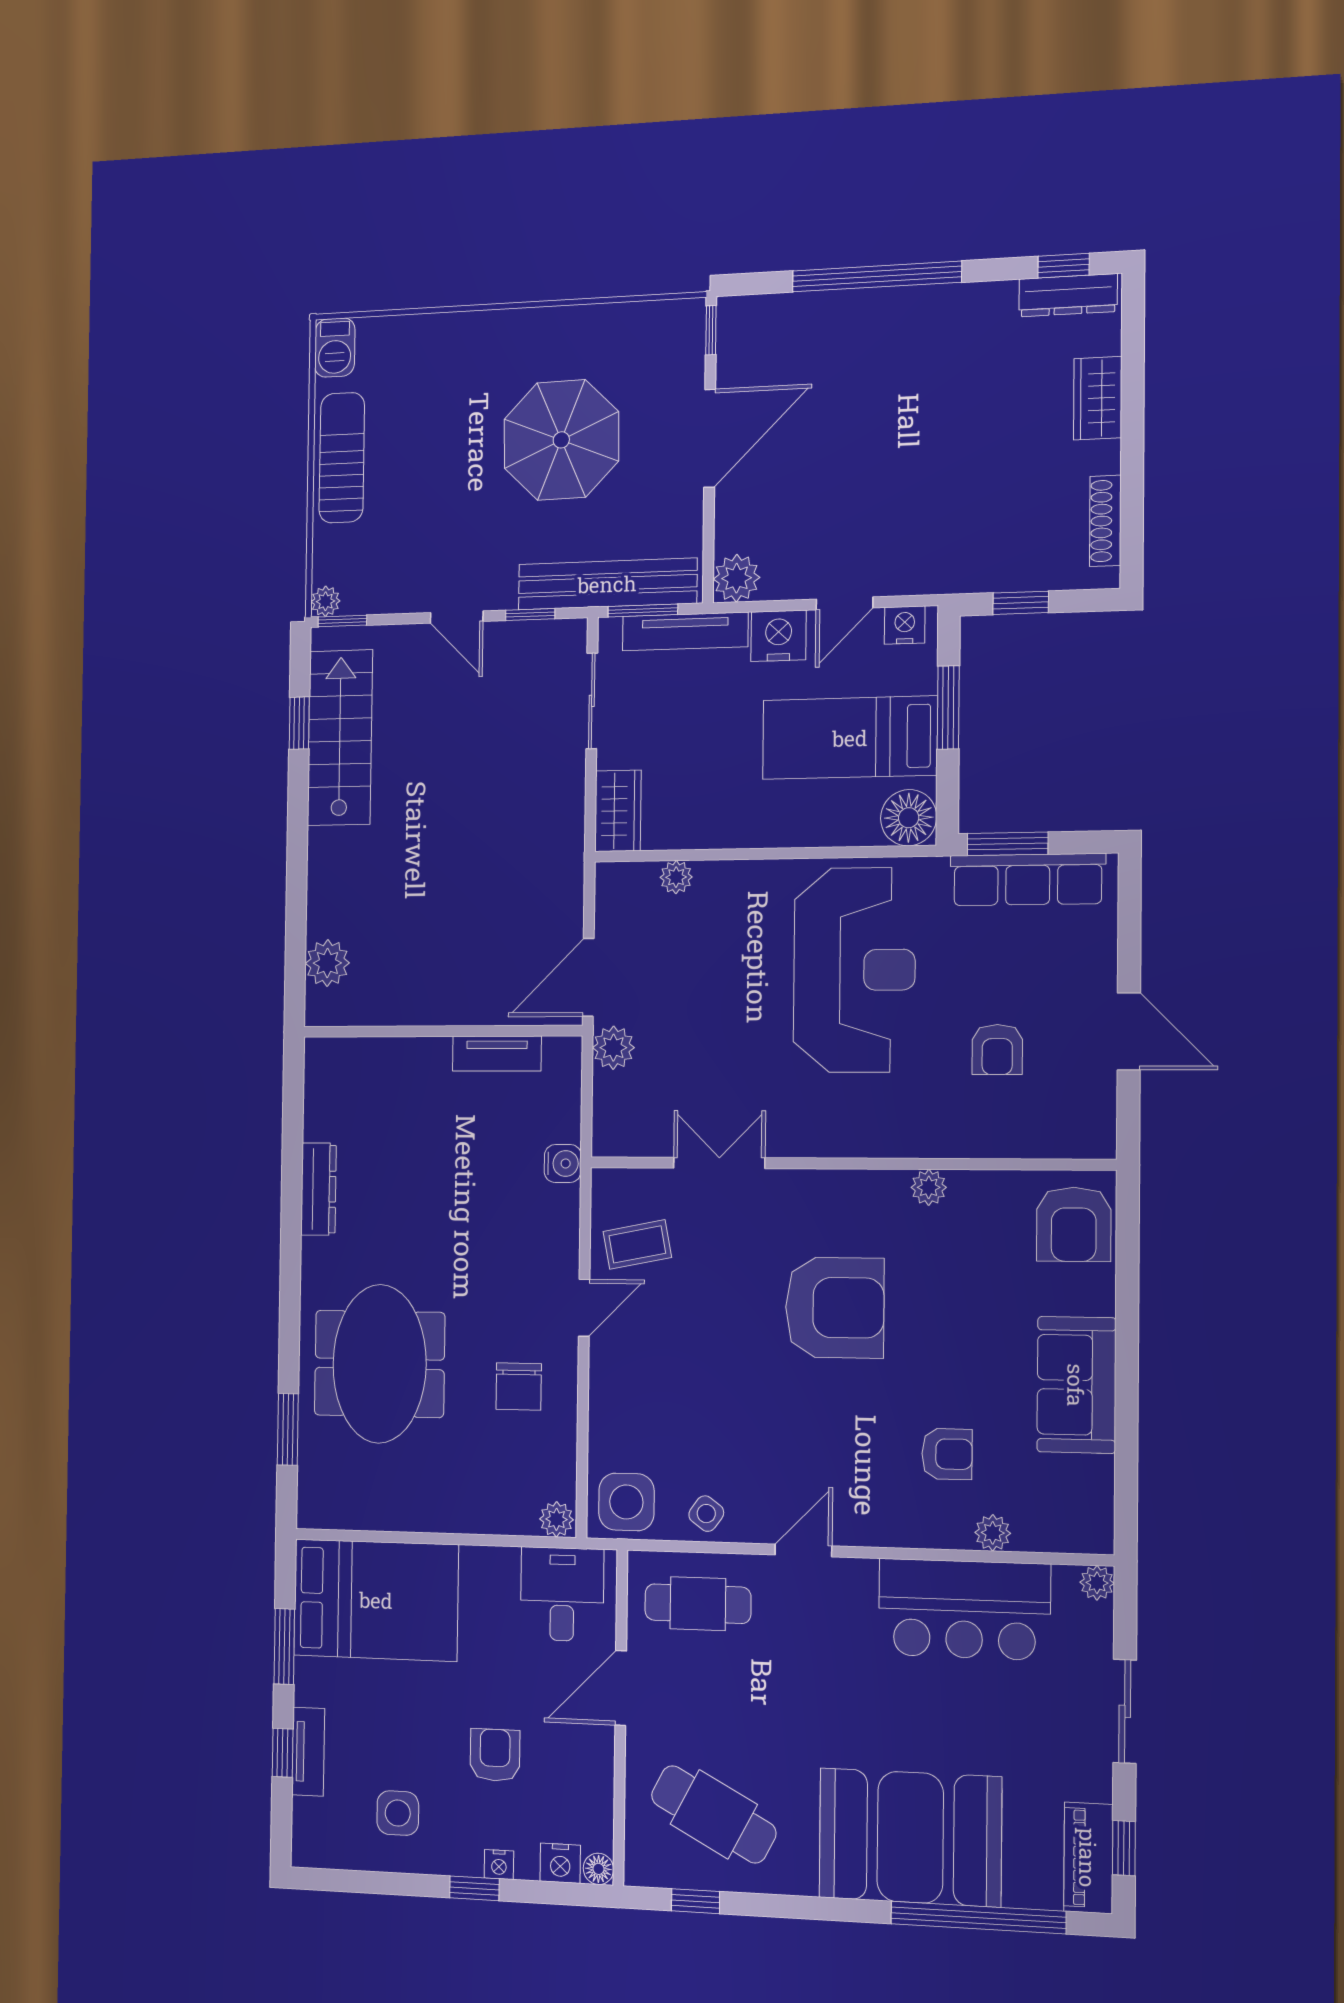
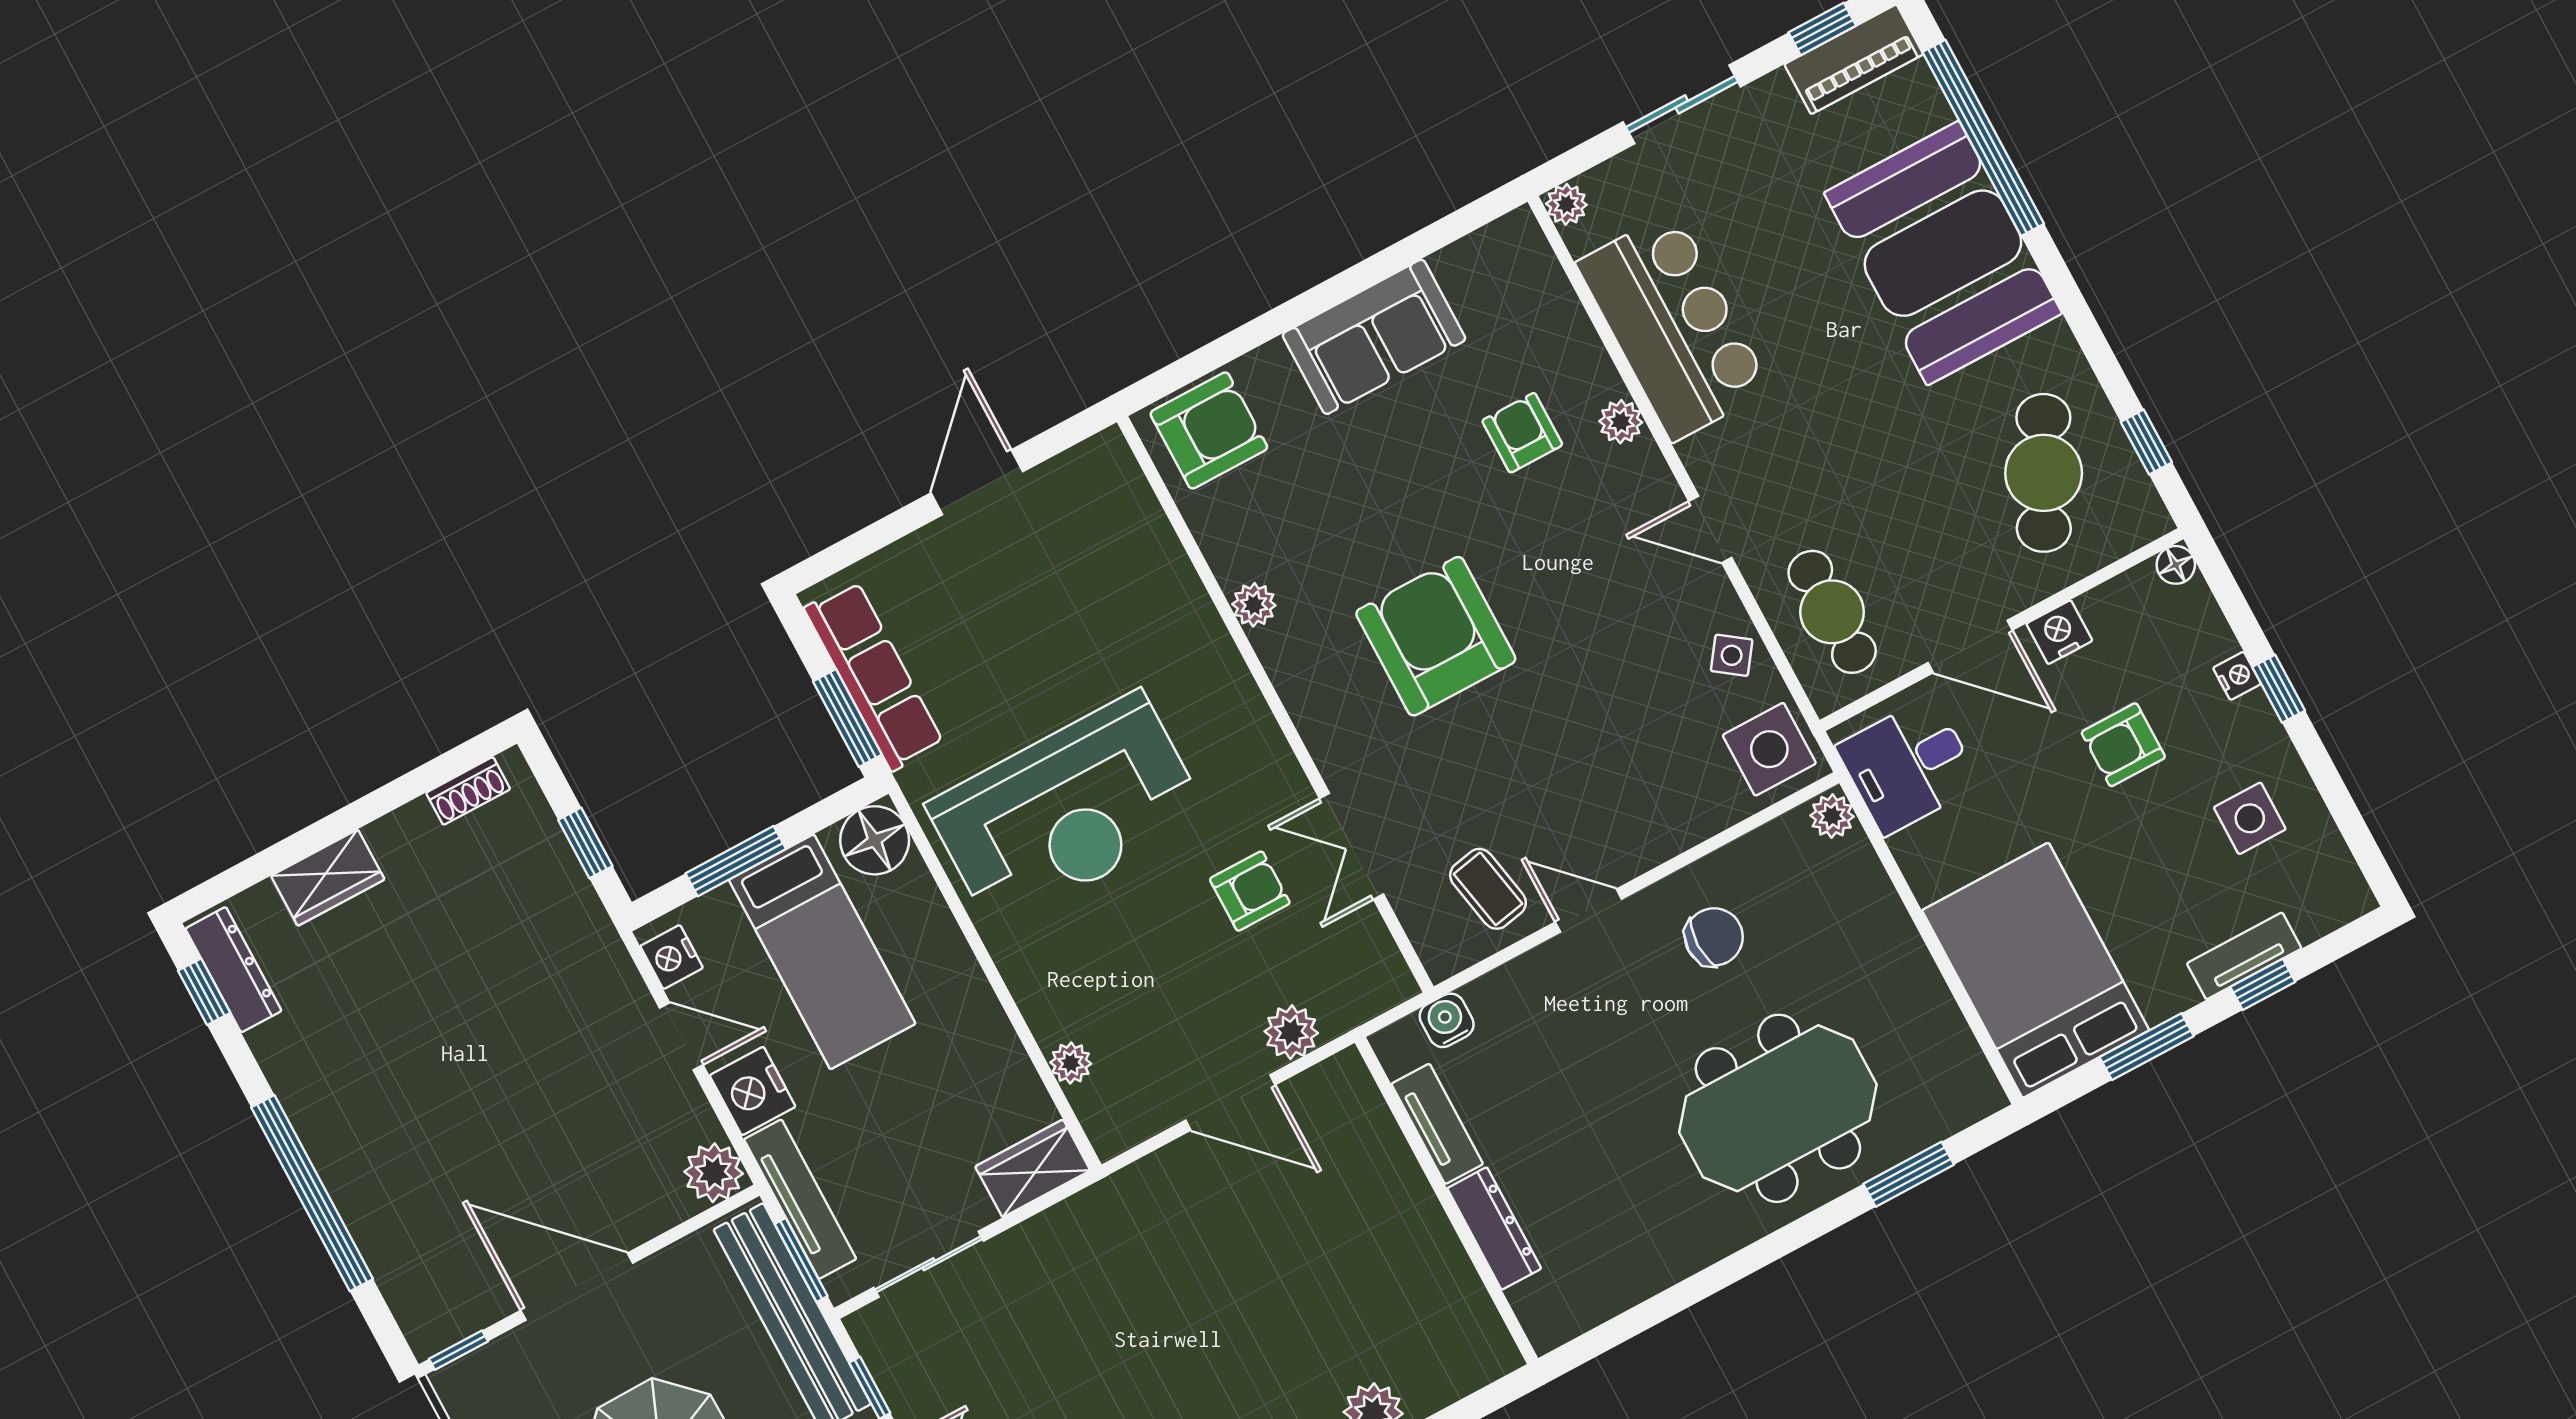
shoe rack: (1105, 521) -> (468, 791), width x0.70
reception desk: (854, 970) -> (1067, 811), turned 180
wall: (442, 1031) -> (1446, 1201), moved
armchair: (997, 1050) -> (1250, 891), moved
tv unit: (497, 1054) -> (1437, 1124), moved
dresser: (318, 1189) -> (1494, 1228), moved, turned 90
plant: (993, 1533) -> (1621, 422), moved
nightstand: (560, 1863) -> (2059, 632), moved, turned -90

